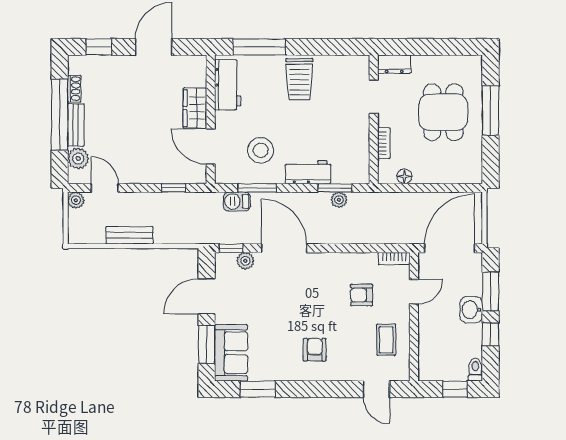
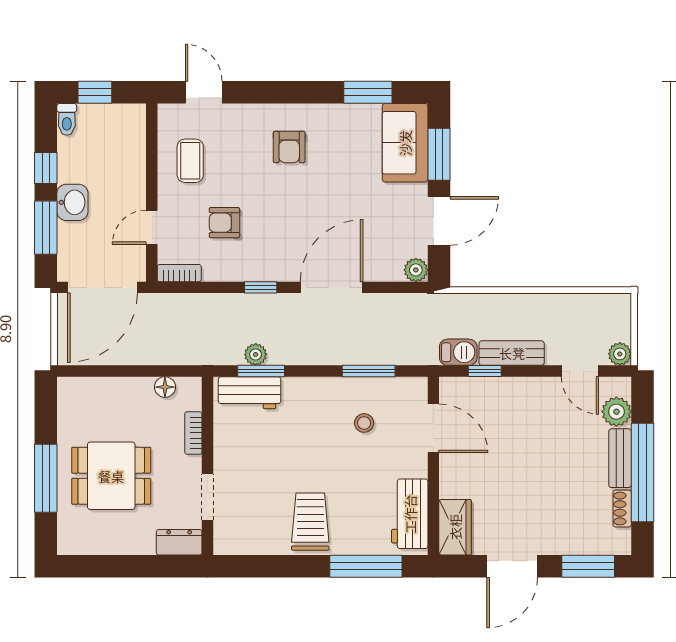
window: (99, 47) -> (588, 566), width x1.50
wardrobe: (195, 108) -> (455, 527), moved
dining table: (443, 112) -> (111, 476), turned 90
stool: (261, 150) -> (364, 423), width x0.53, depth x0.53
workbench: (308, 172) -> (250, 393), moved
barbecue: (237, 201) -> (458, 352), moved
bench: (129, 235) -> (512, 353), moved
window: (231, 248) -> (261, 287), moved
door: (284, 248) -> (332, 287), swing flipped
plant: (245, 261) -> (416, 270), moved
armchair: (361, 295) -> (224, 223), turned 180

